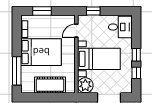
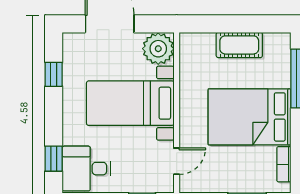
window: (136, 55) -> (54, 159), moved
cot: (50, 85) -> (239, 45), width x0.73, depth x0.75

